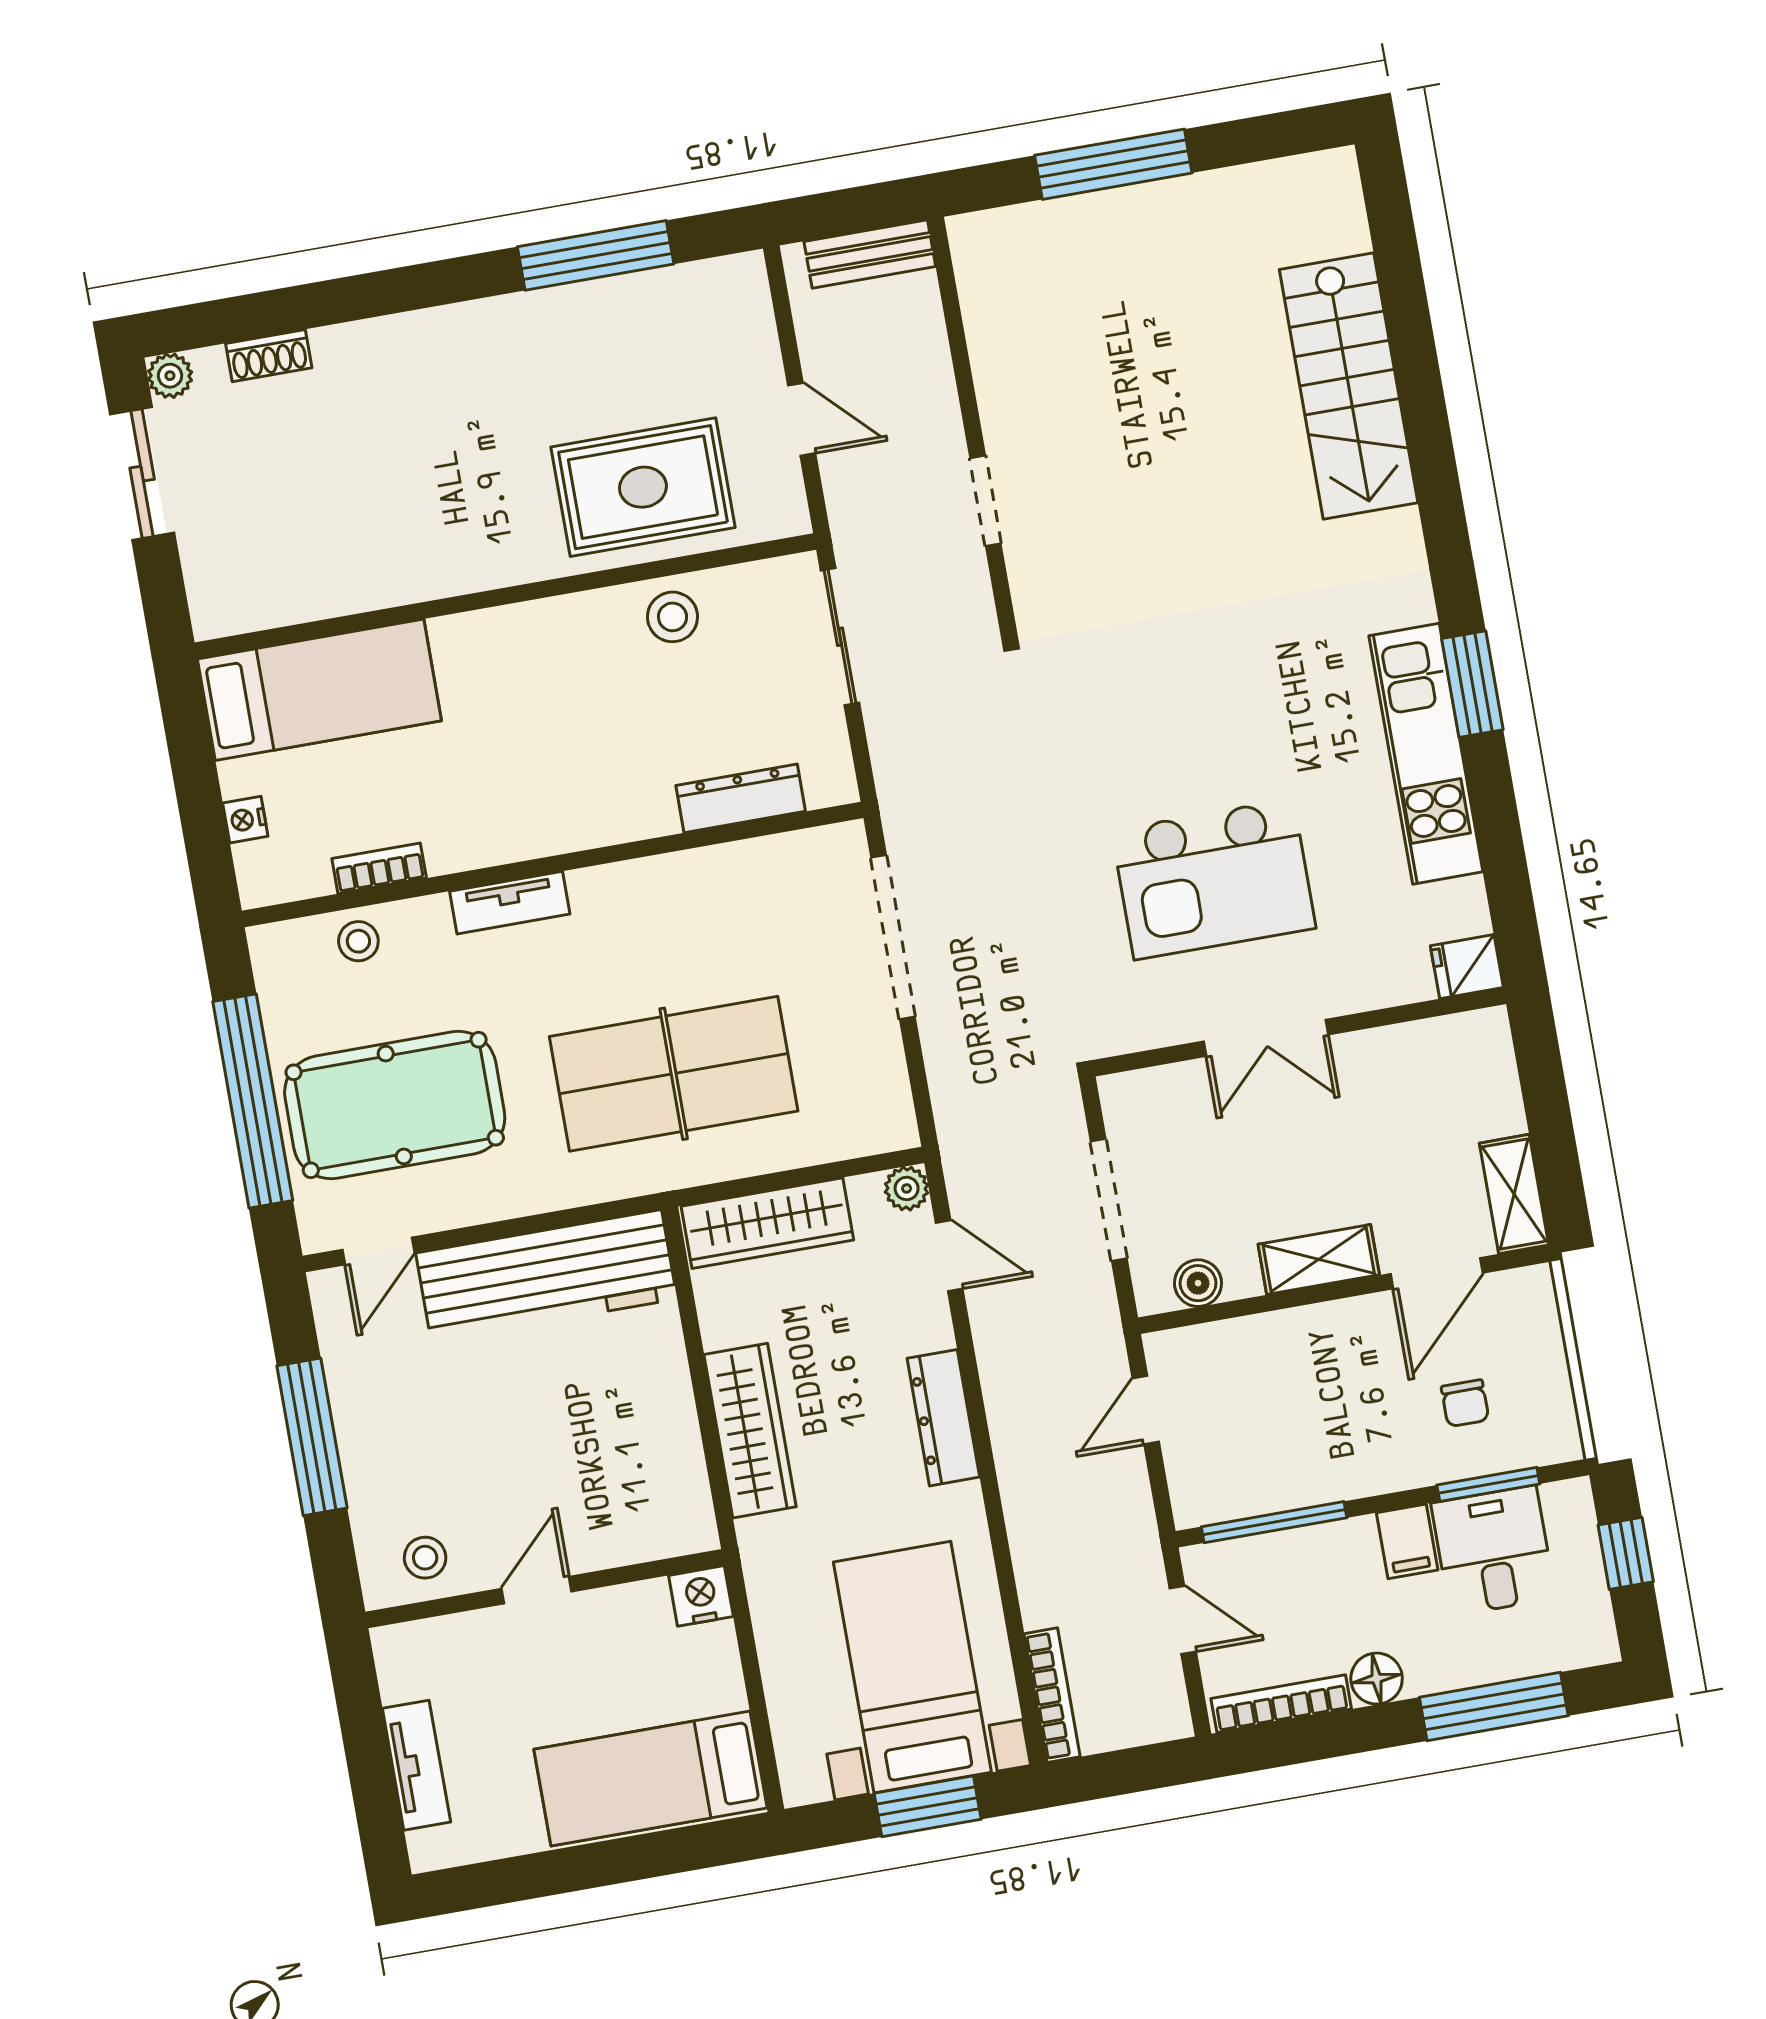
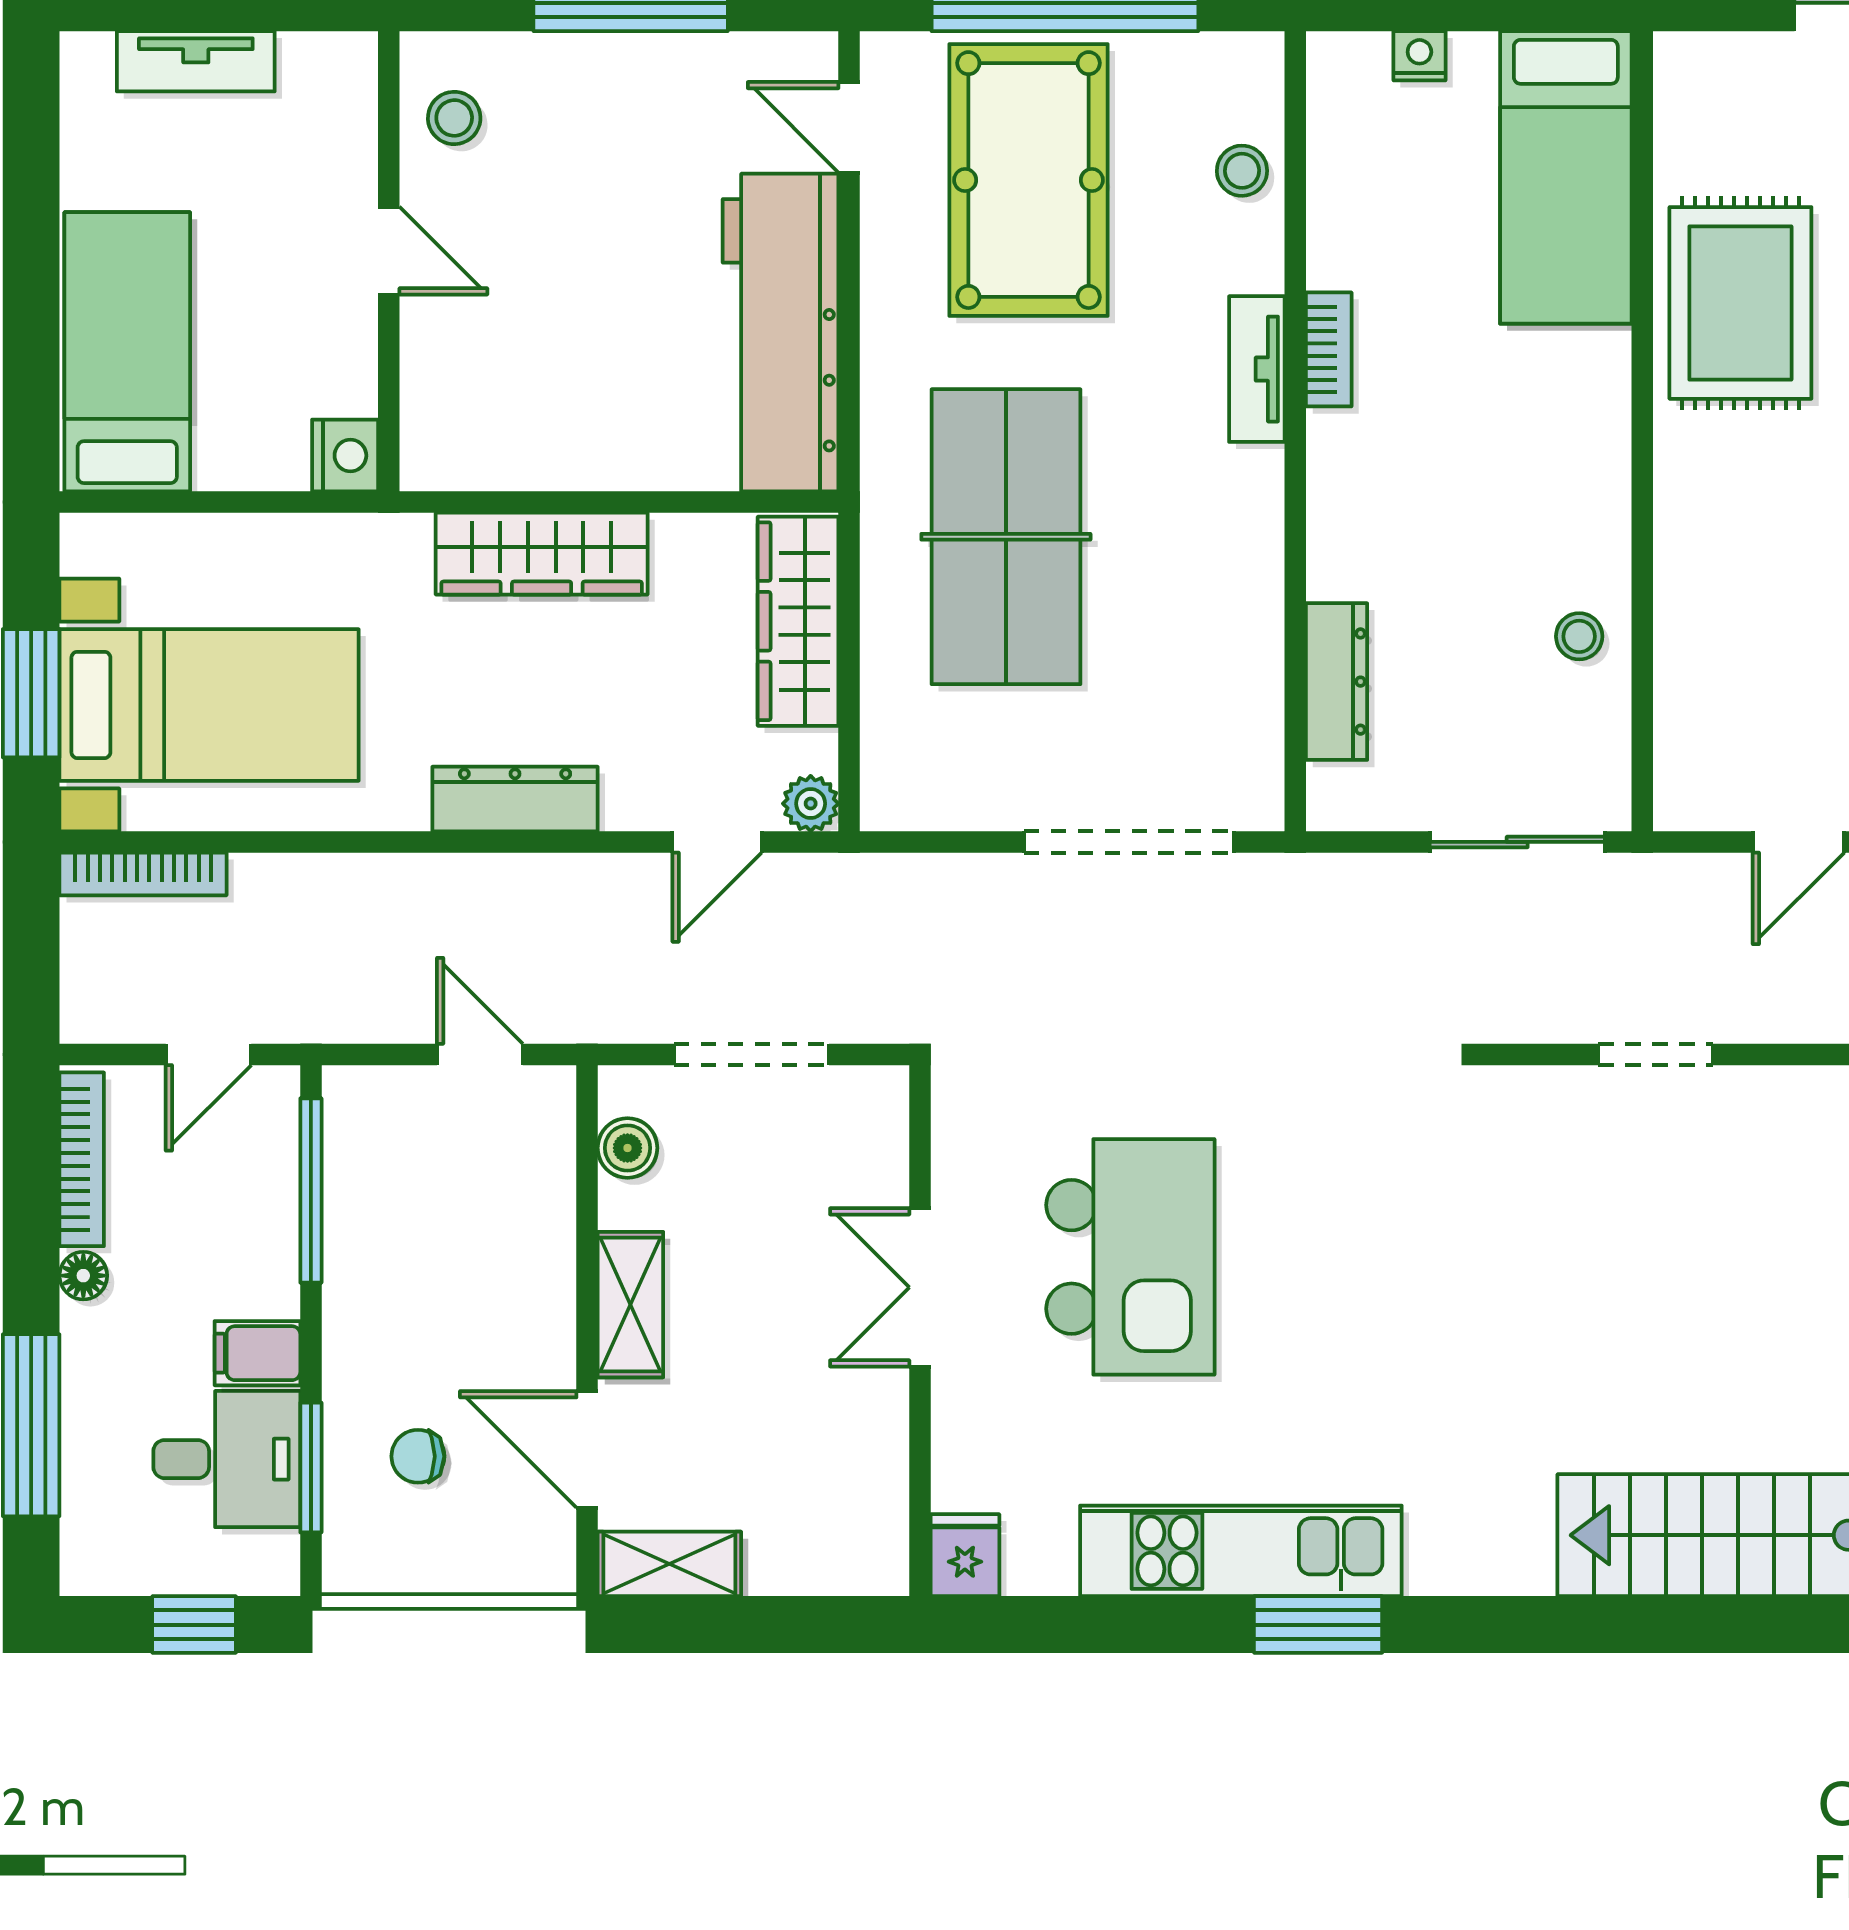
rug: (643, 487) -> (1740, 303), moved
stool: (673, 617) -> (1579, 636), width x0.73, depth x0.73
bookcase: (379, 868) -> (1329, 349), moved
kitchen island: (1214, 879) -> (1130, 1257), turned 180
floor lamp: (1377, 1679) -> (83, 1276), width x0.73, depth x0.73

